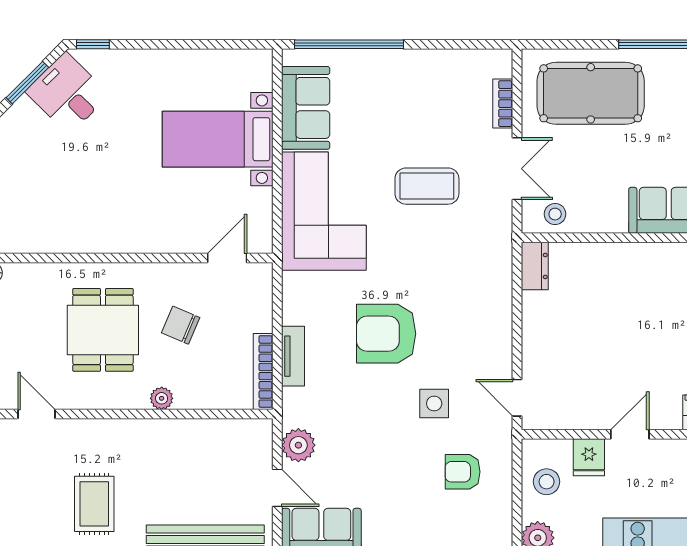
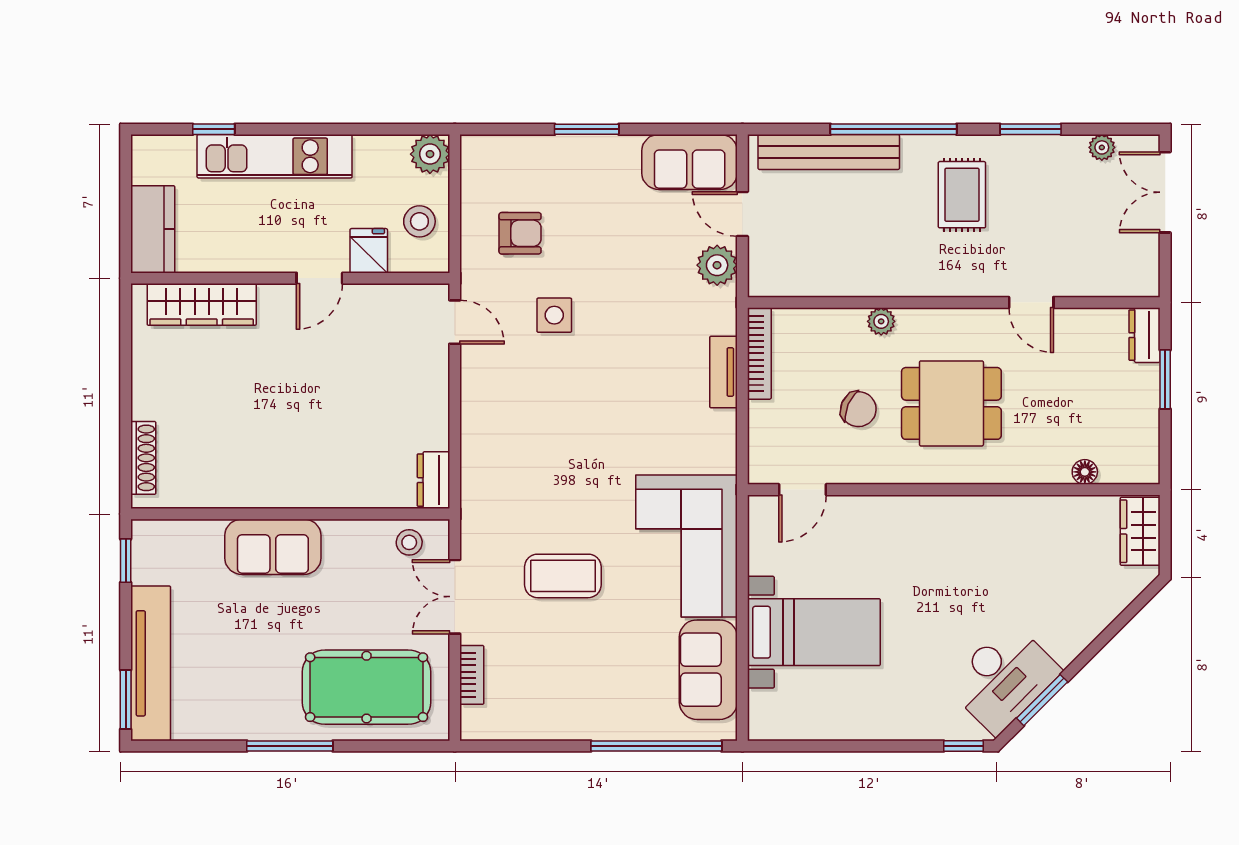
desk: (67, 93) -> (1003, 678), width x1.37
dining table: (103, 330) -> (951, 403), turned 90
armchair: (386, 334) -> (612, 399), removed

